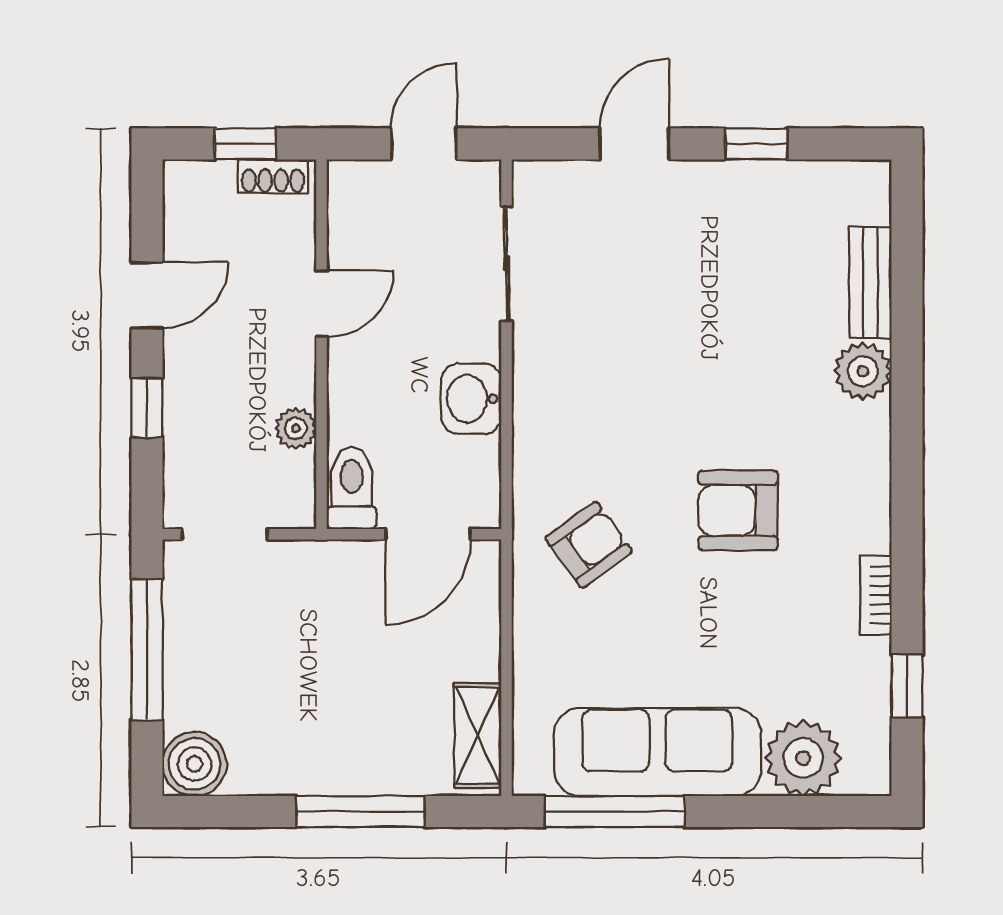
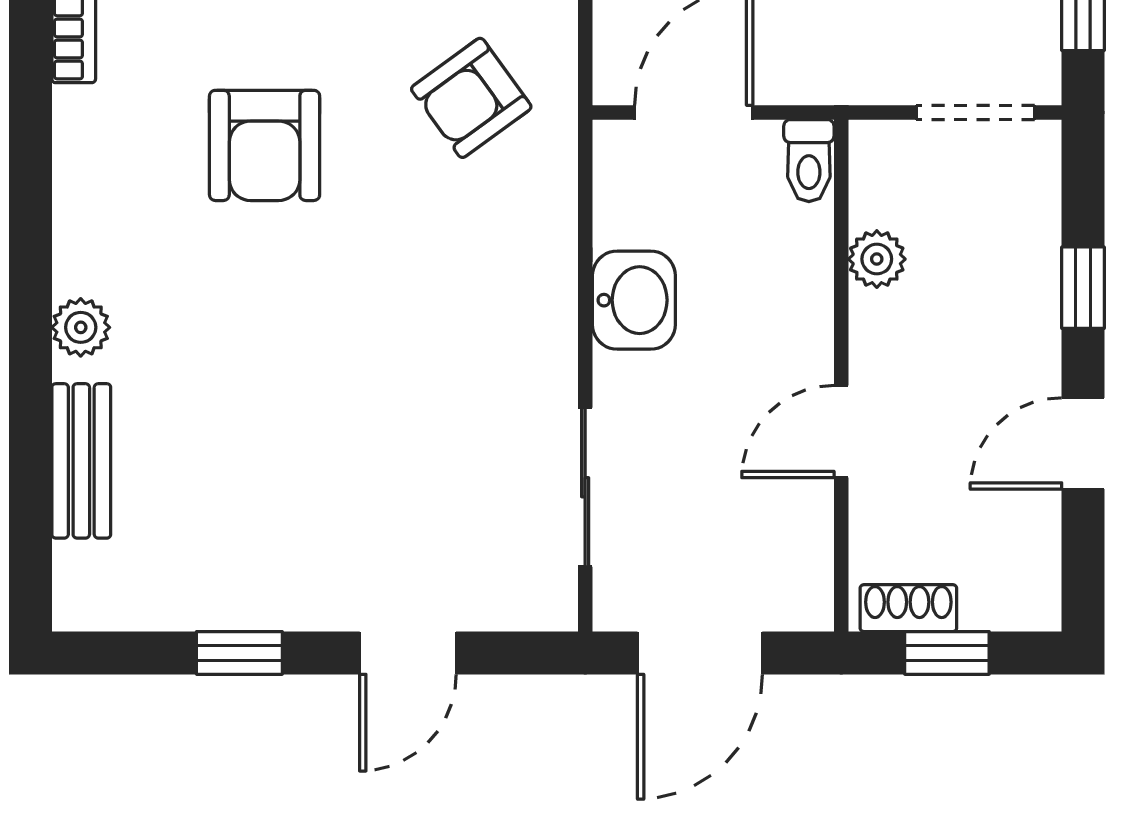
door: (424, 144) -> (700, 653), width x1.38
plant: (863, 371) -> (81, 327), width x0.73, depth x0.73
toilet: (352, 488) -> (809, 161), width x0.73, depth x0.72
armchair: (738, 510) -> (265, 145), turned 90

